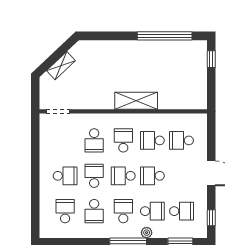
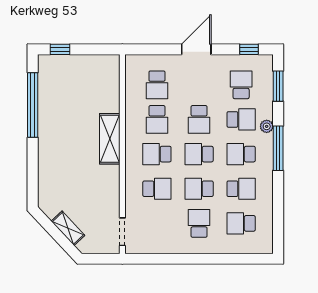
school desk: (123, 176) -> (199, 154), turned 90
school desk: (152, 211) -> (241, 119), turned 90

